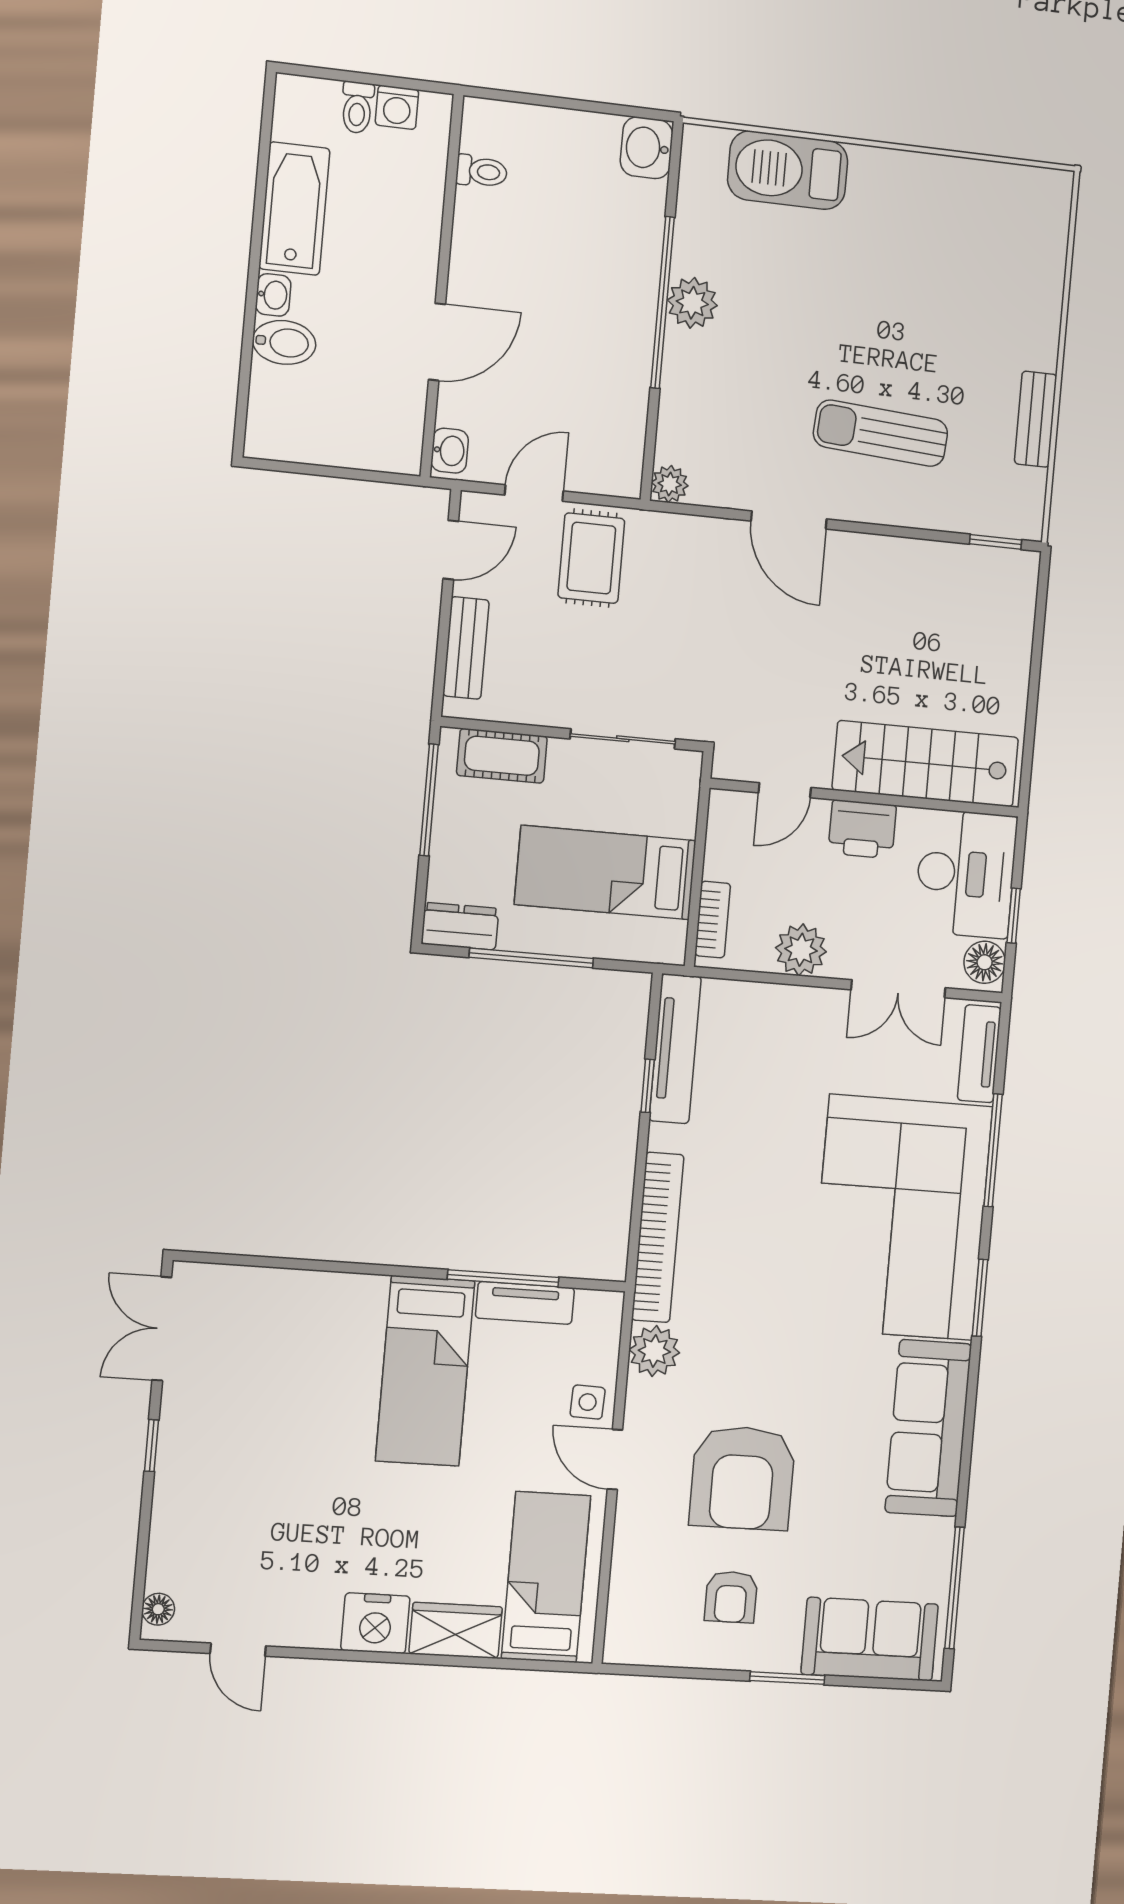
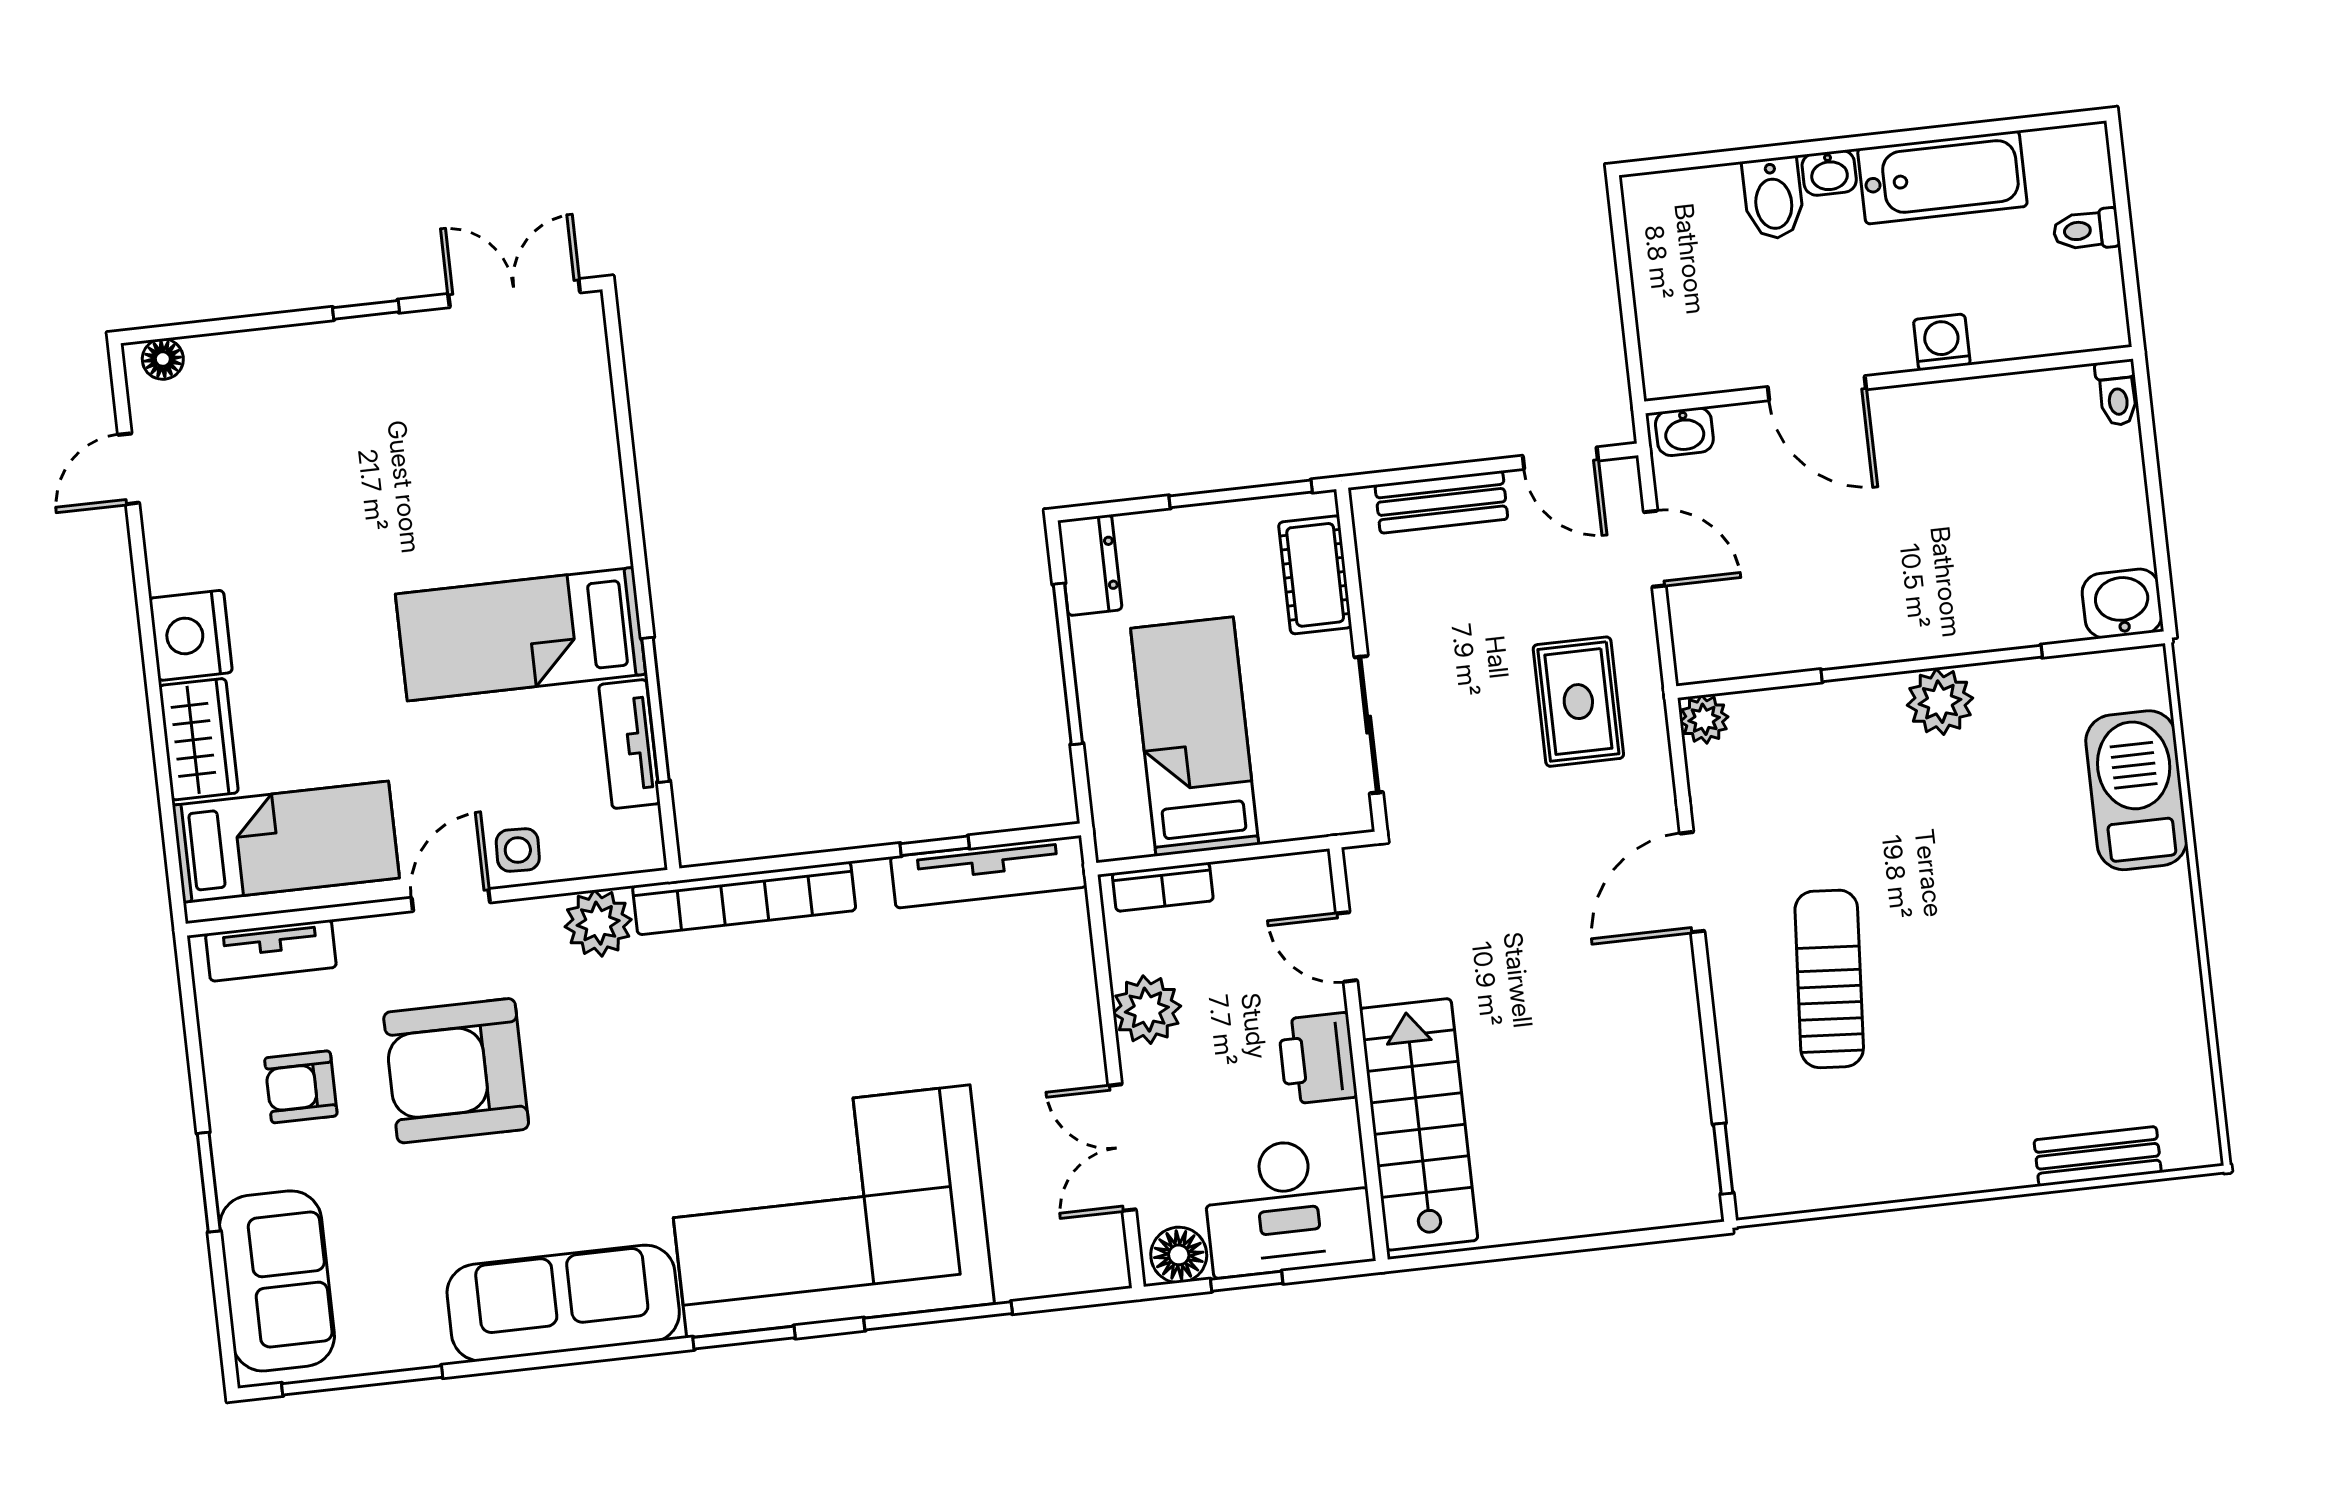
washing machine: (397, 107) -> (1942, 342), moved, turned 90
toilet: (482, 171) -> (2117, 393), moved
bench: (1036, 419) -> (2098, 1156), moved
rug: (591, 558) -> (1578, 702), moved, turned 90
tv unit: (979, 1054) -> (271, 950), moved, turned 180

